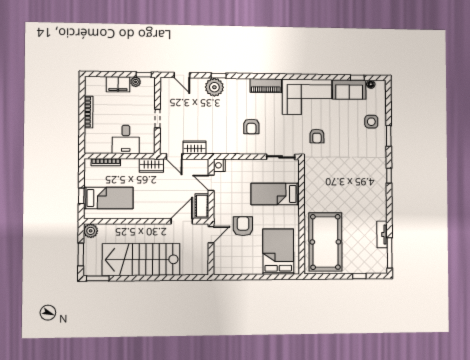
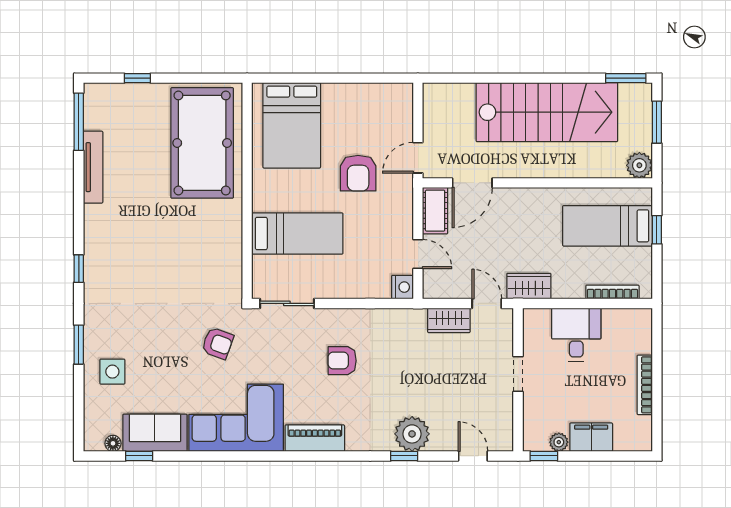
armchair: (251, 126) -> (342, 361), turned -90
armchair: (317, 136) -> (218, 343), turned 110
tv unit: (382, 234) -> (93, 167), width x1.41

